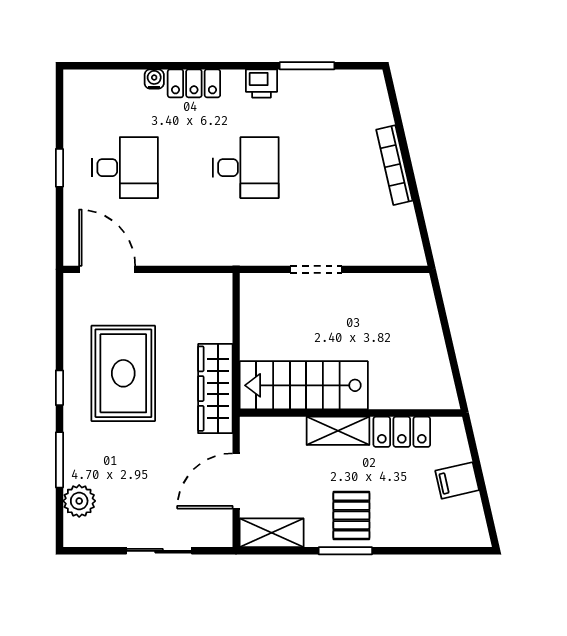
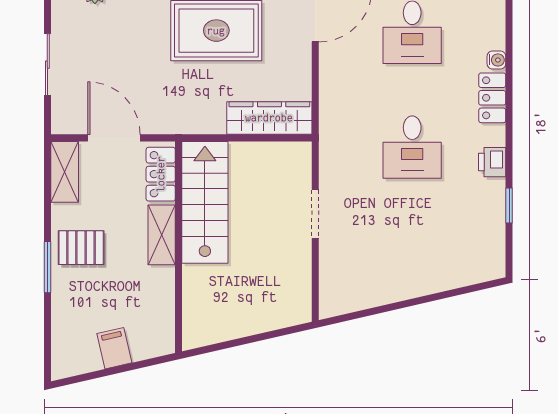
window: (307, 66) -> (509, 205), width x0.67
bookcase: (394, 165) -> (414, 289), removed
wardrobe: (215, 389) -> (269, 118), moved
locker: (402, 432) -> (161, 174), moved
window: (345, 551) -> (47, 267), moved

